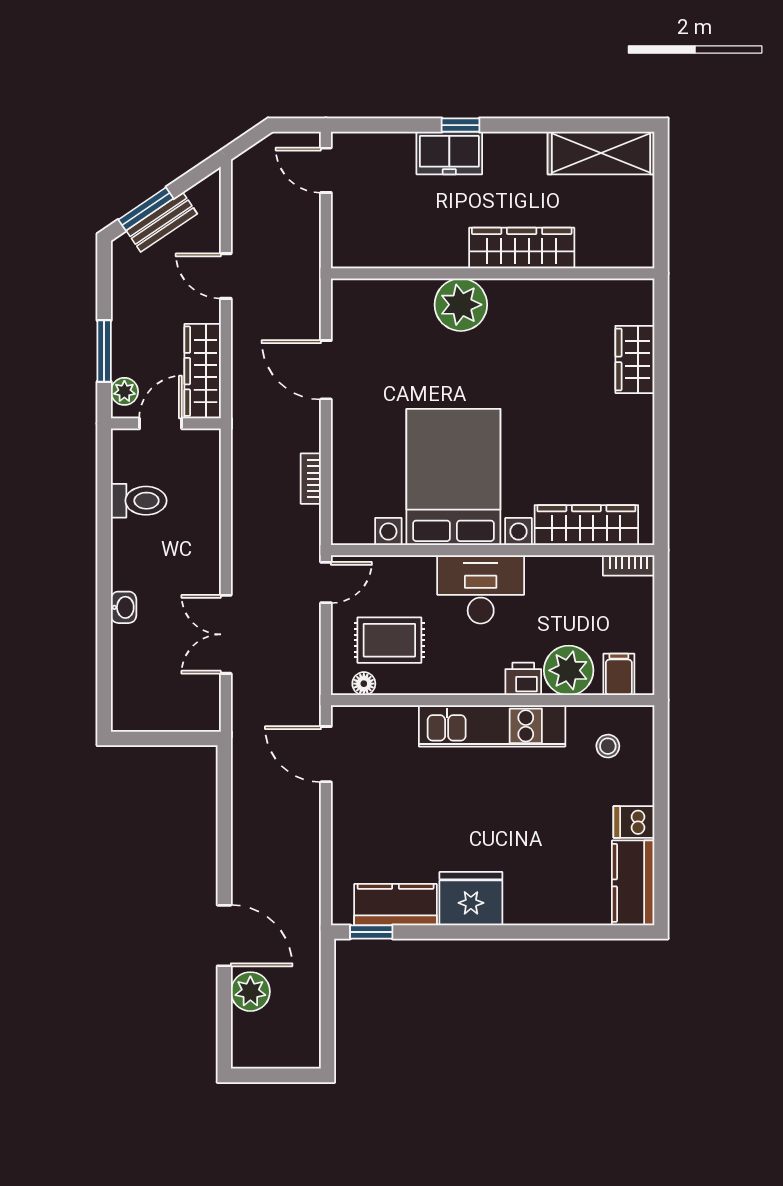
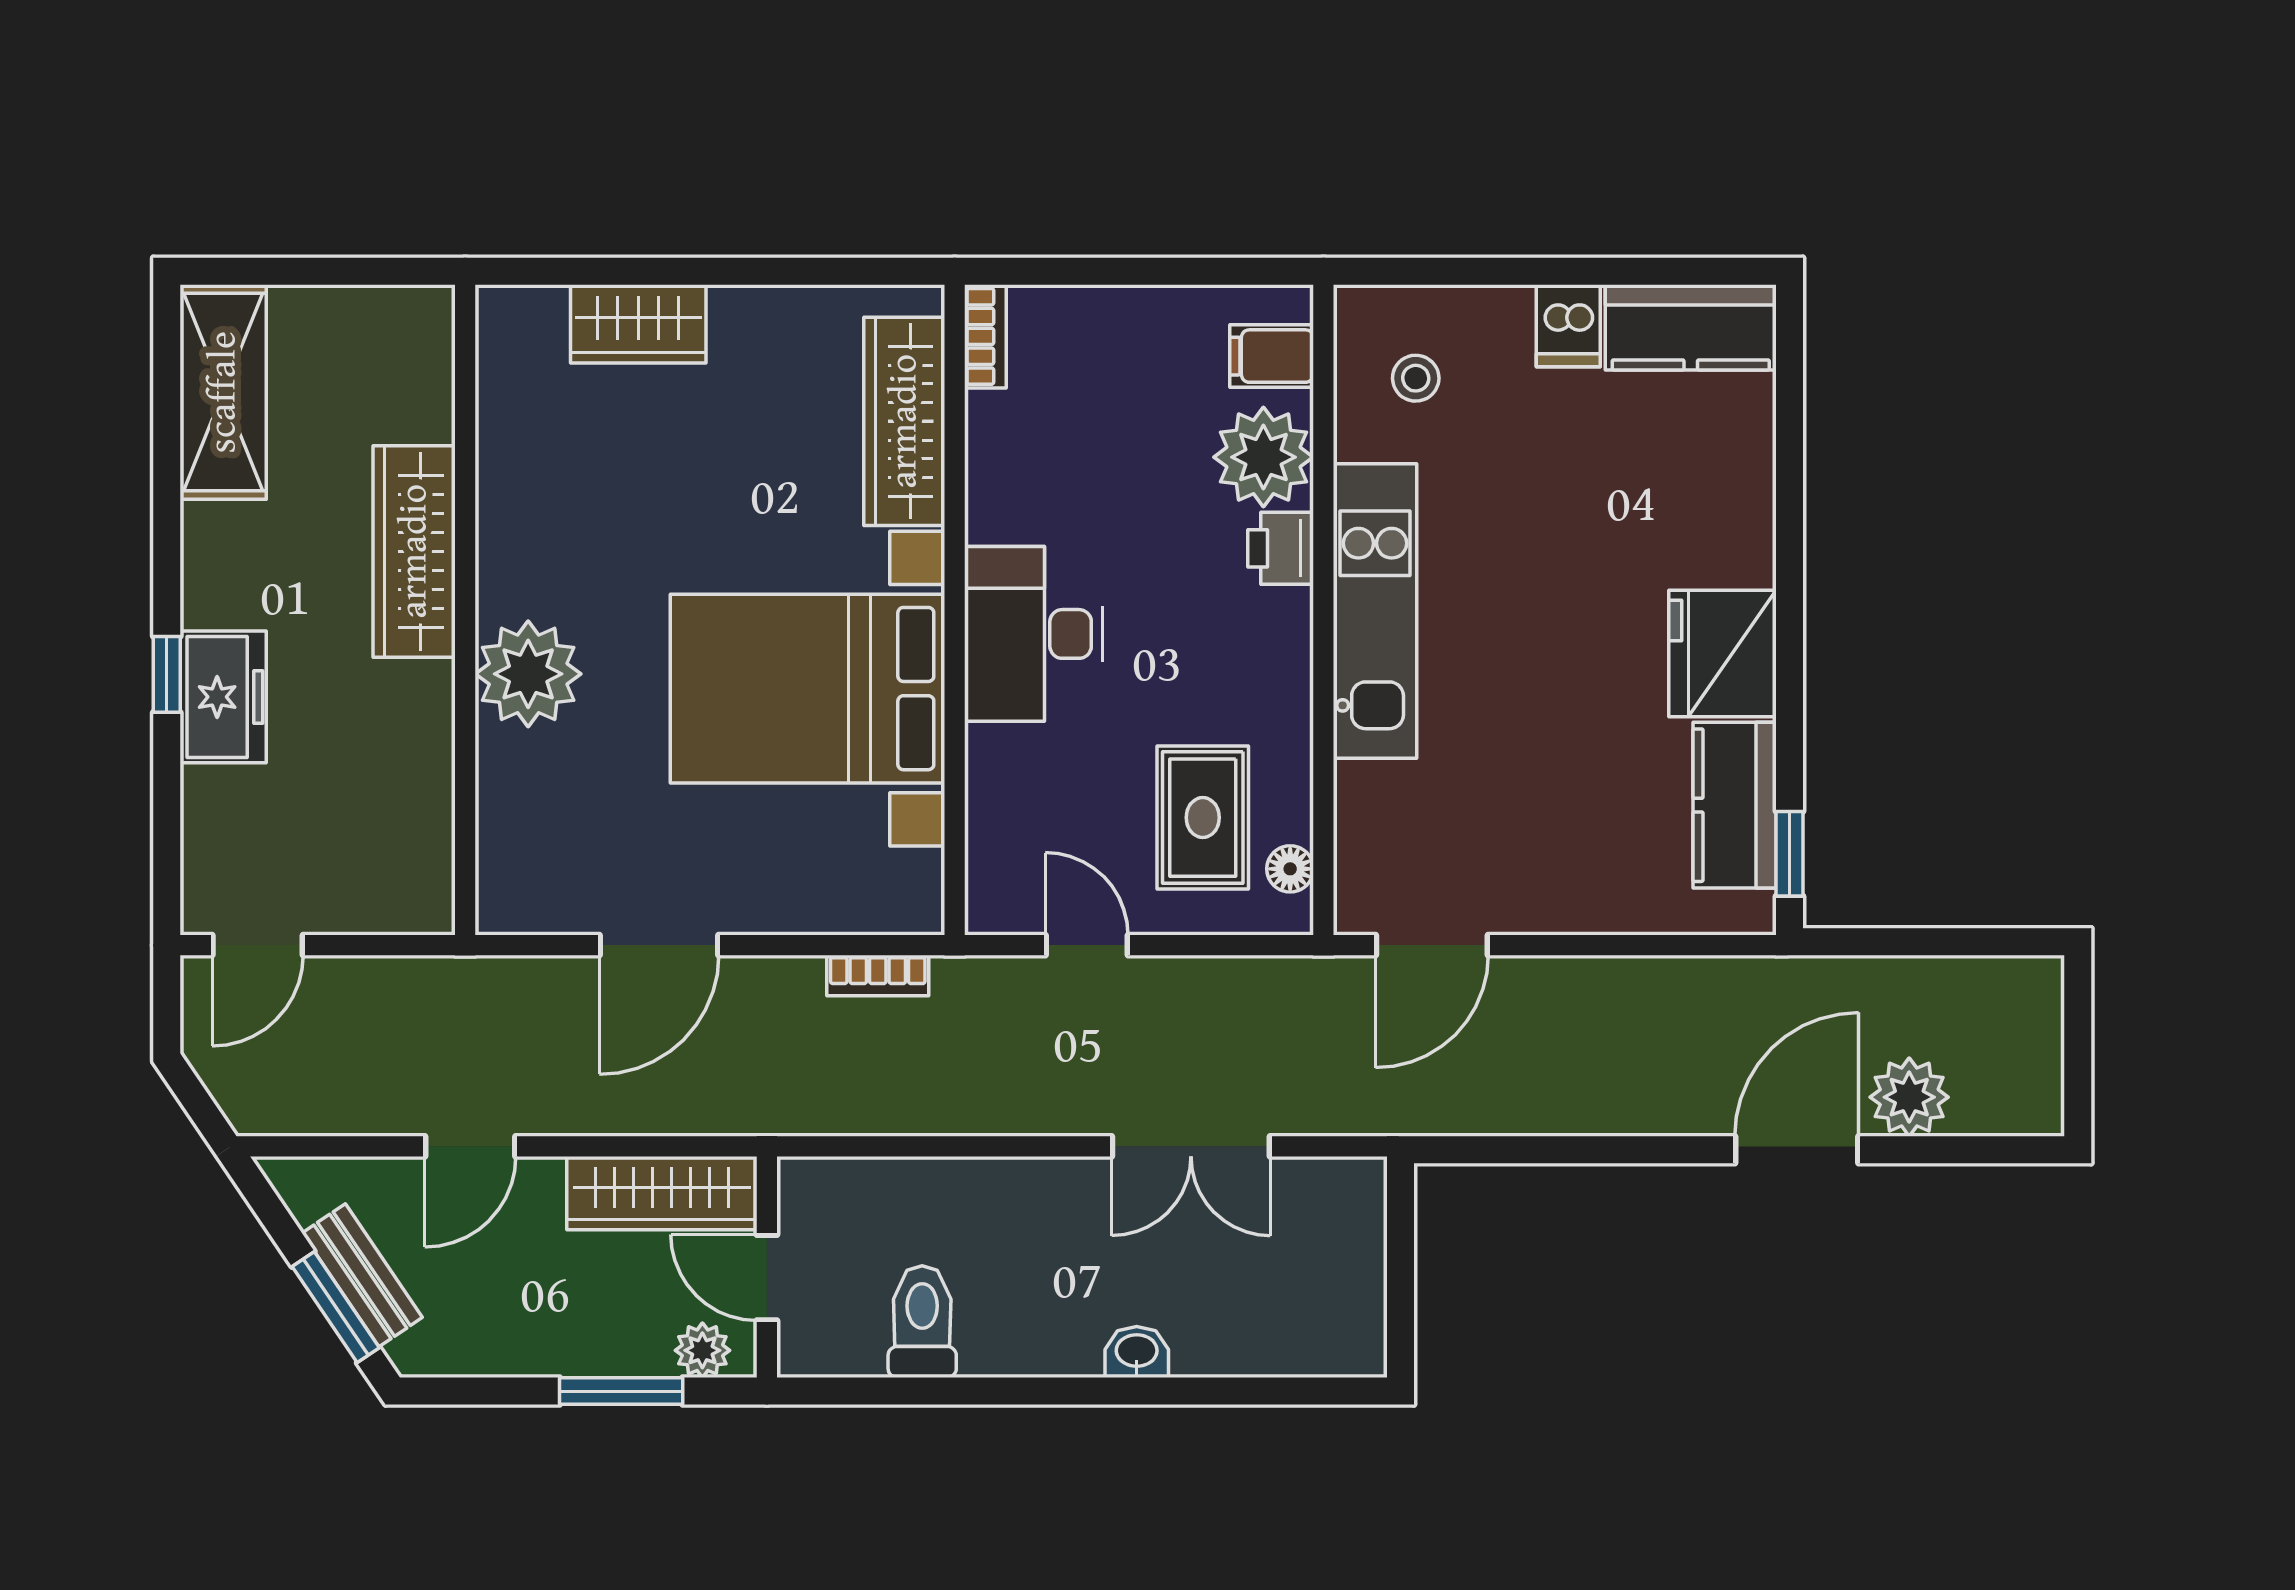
bed with nightstands: (453, 477) -> (808, 689), moved
wardrobe: (586, 525) -> (904, 421), moved
wall: (493, 550) -> (955, 610), moved
bookcase: (629, 565) -> (985, 336), moved
desk: (481, 589) -> (1033, 634), moved

